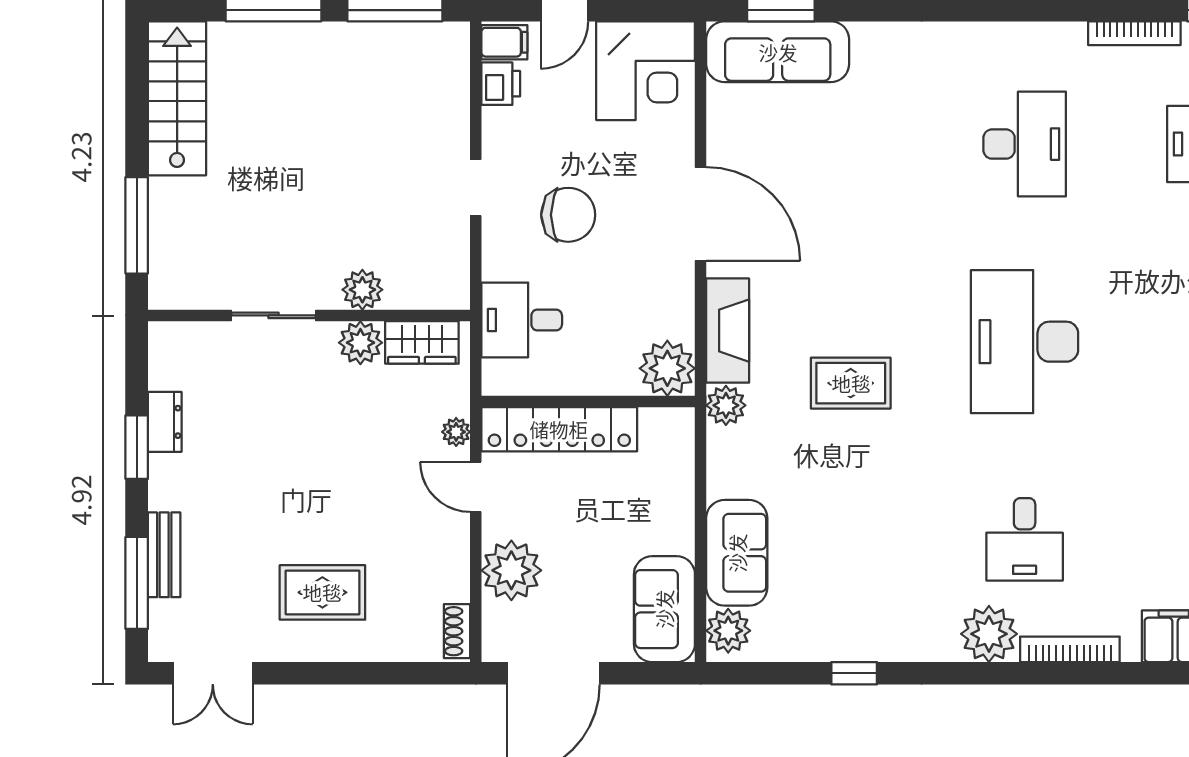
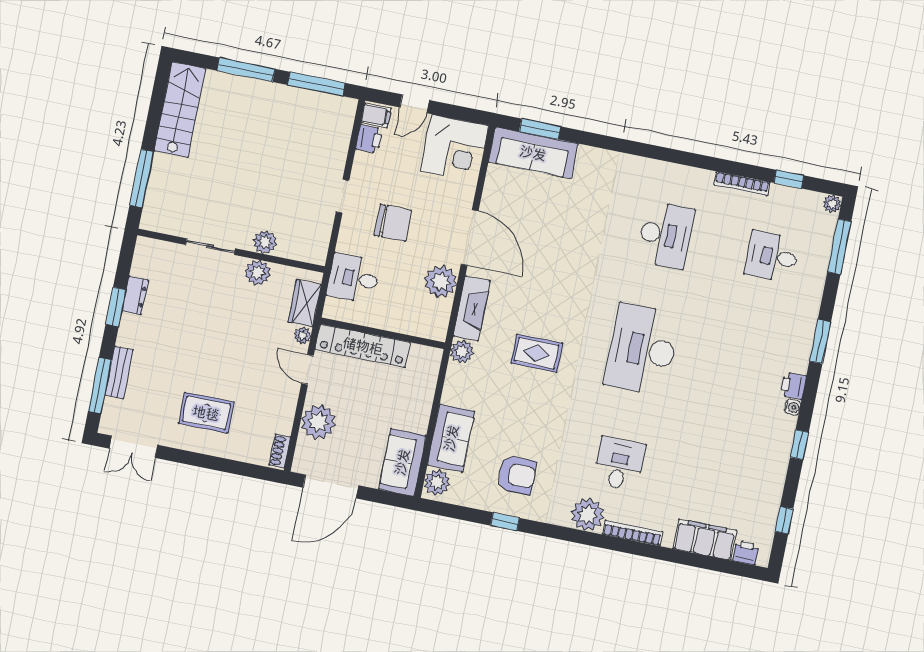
wardrobe: (422, 342) -> (305, 303), moved, turned 90
plant: (667, 368) -> (441, 282), moved
desk: (1025, 539) -> (619, 464), turned 180
armchair: (858, 592) -> (517, 475), added

